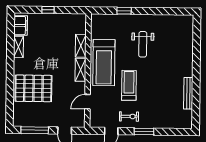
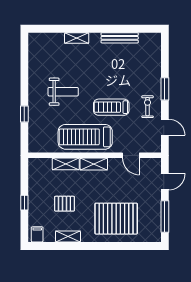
filing cabinet: (21, 25) -> (37, 234), width x0.50
pallet: (47, 44) -> (64, 204), added
shelving: (189, 56) -> (77, 38), added
treadmill: (104, 63) -> (85, 137), turned 180
pallet: (33, 88) -> (116, 219), turned 90

